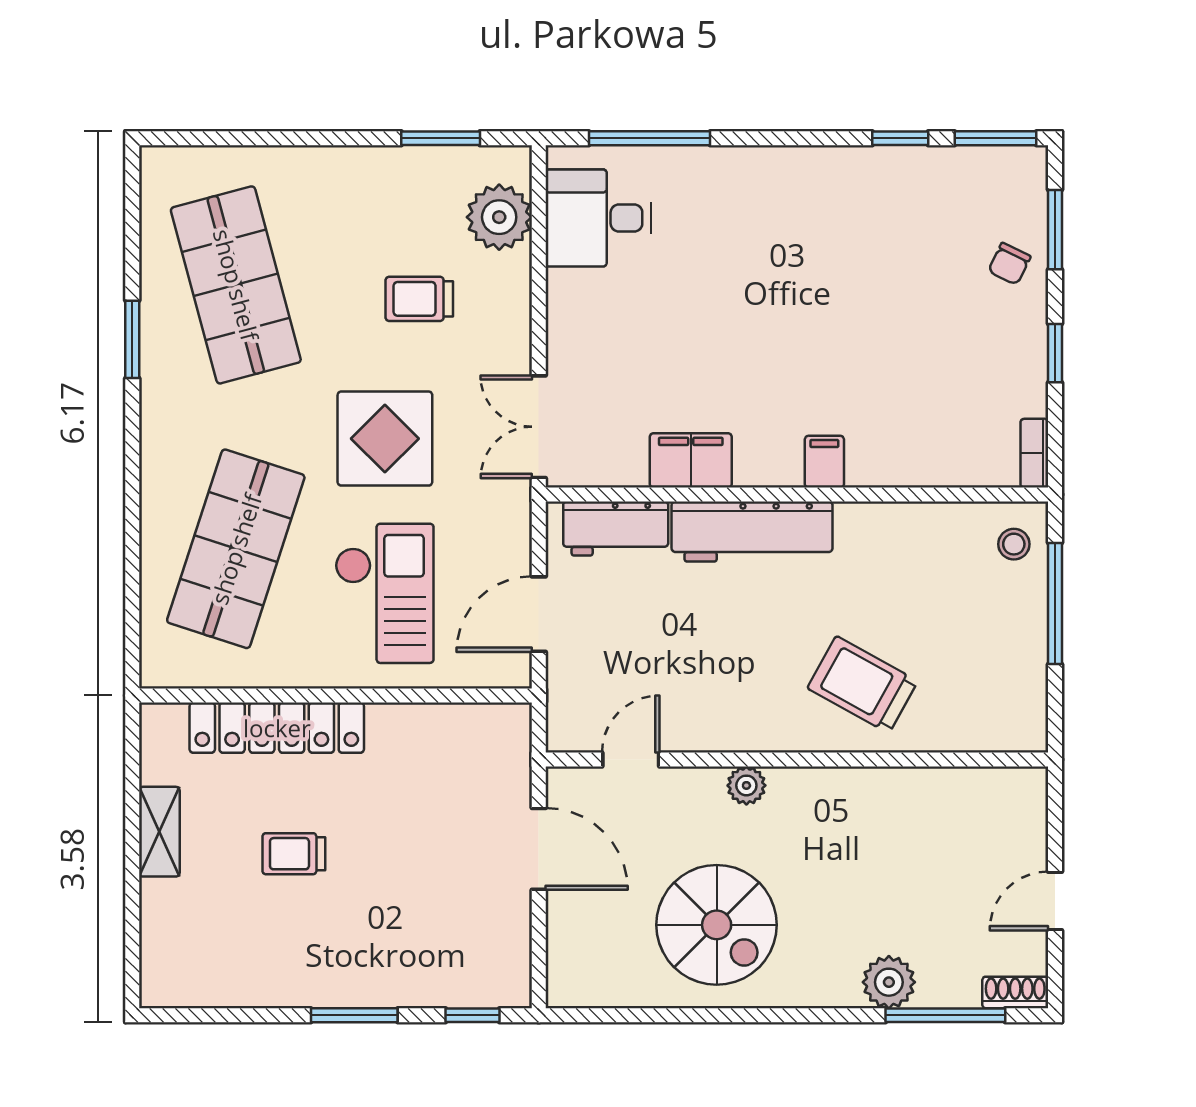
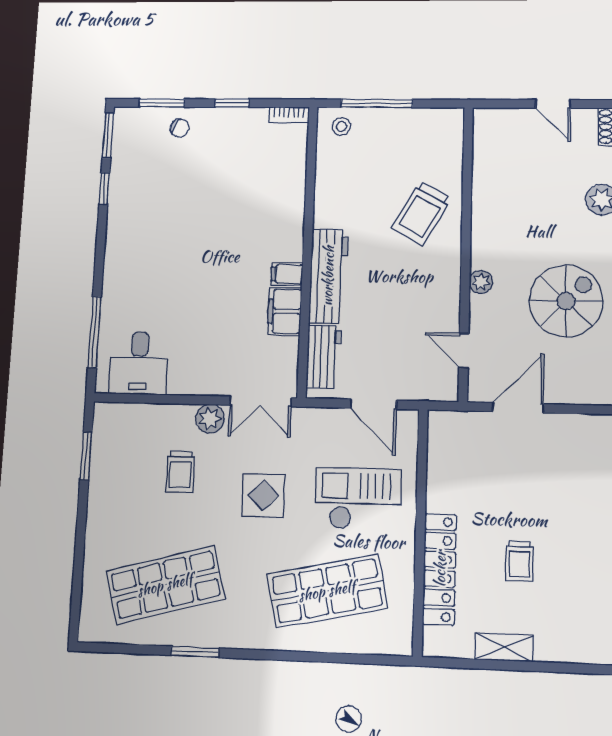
plant: (499, 217) -> (210, 419), moved, width x0.73, depth x0.73
display table: (385, 439) -> (263, 495), width x0.73, depth x0.73
filing cabinet: (824, 462) -> (287, 274), moved
shop shelf: (236, 549) -> (327, 591), turned -30

